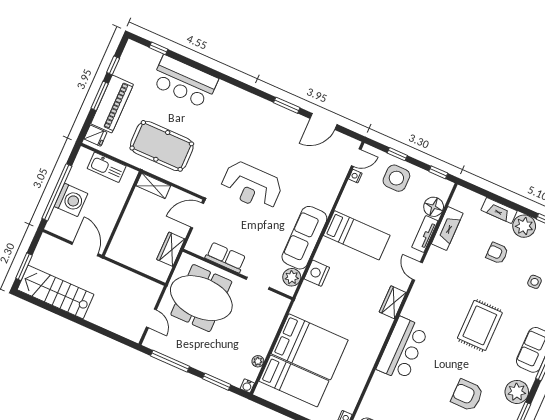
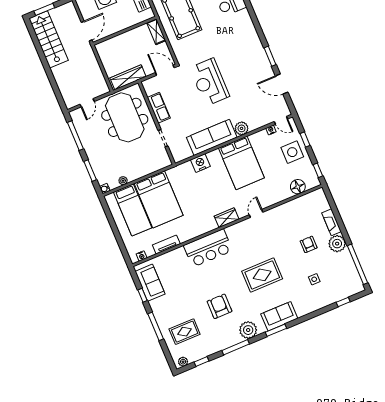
fireplace: (447, 228) -> (294, 206), removed
tv unit: (425, 234) -> (166, 244), moved
bed: (357, 235) -> (241, 163), width x1.50
wardrobe: (171, 249) -> (128, 77), width x1.50
plant: (292, 277) -> (242, 128), moved

